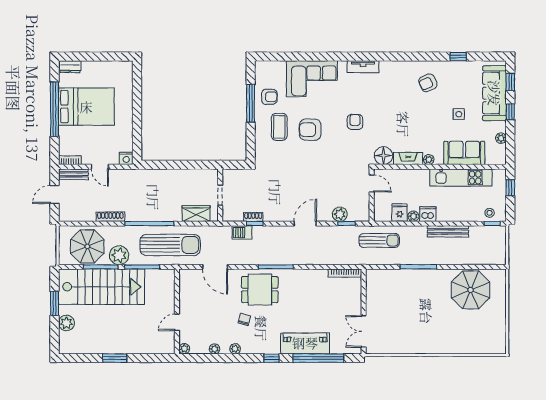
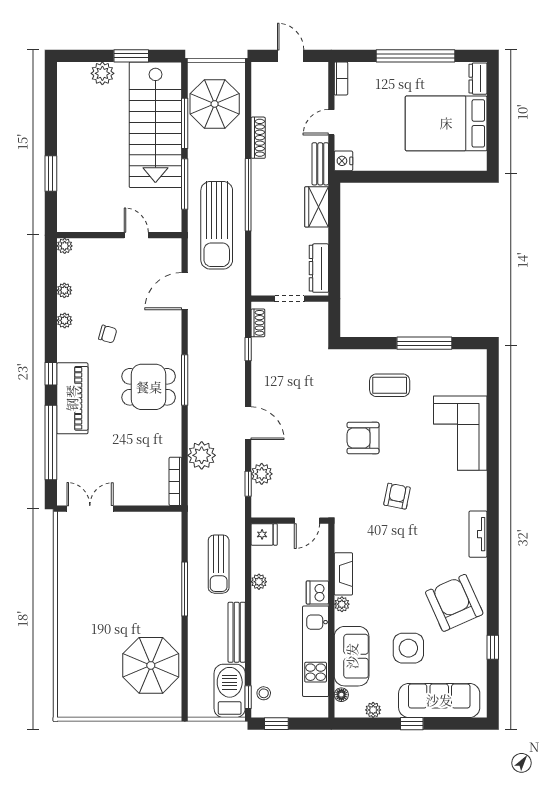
tv unit: (363, 67) -> (478, 534), moved
window: (510, 82) -> (456, 724), removed
armchair: (428, 83) -> (454, 603), width x1.88, depth x1.88
armchair: (269, 97) -> (434, 371), removed
bed: (86, 107) -> (446, 123), moved, turned 90
side table: (459, 114) -> (408, 648), width x1.87, depth x1.87
armchair: (355, 122) -> (397, 496), turned -79
armchair: (310, 130) -> (363, 438), moved, turned -90
floor lamp: (383, 156) -> (341, 695), moved, width x0.53, depth x0.53
bench: (74, 174) -> (320, 164), moved
dresser: (199, 175) -> (319, 268), added
window: (510, 188) -> (276, 724), moved
wardrobe: (196, 213) -> (317, 207), moved, turned 180
fridge: (400, 213) -> (264, 534), moved
dishwasher: (428, 214) -> (317, 592), moved, turned 180
shoe rack: (253, 217) -> (258, 323), moved
barbecue: (242, 232) -> (230, 691), moved, width x1.88, depth x1.53
sun lounger: (379, 240) -> (219, 564), moved
plant: (119, 255) -> (202, 455), moved
dining table: (260, 290) -> (149, 387), moved, turned 90
door: (177, 322) -> (136, 235), moved
piano: (305, 343) -> (72, 398), moved
window: (115, 358) -> (51, 174), moved

